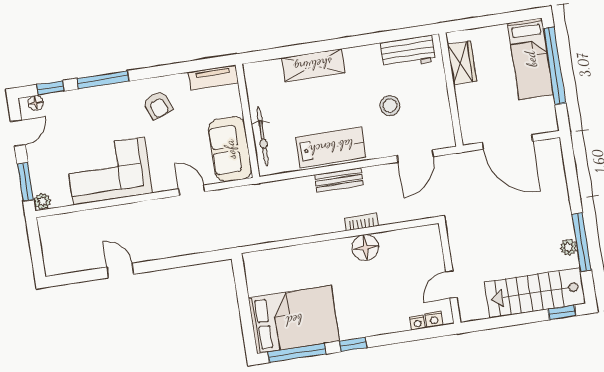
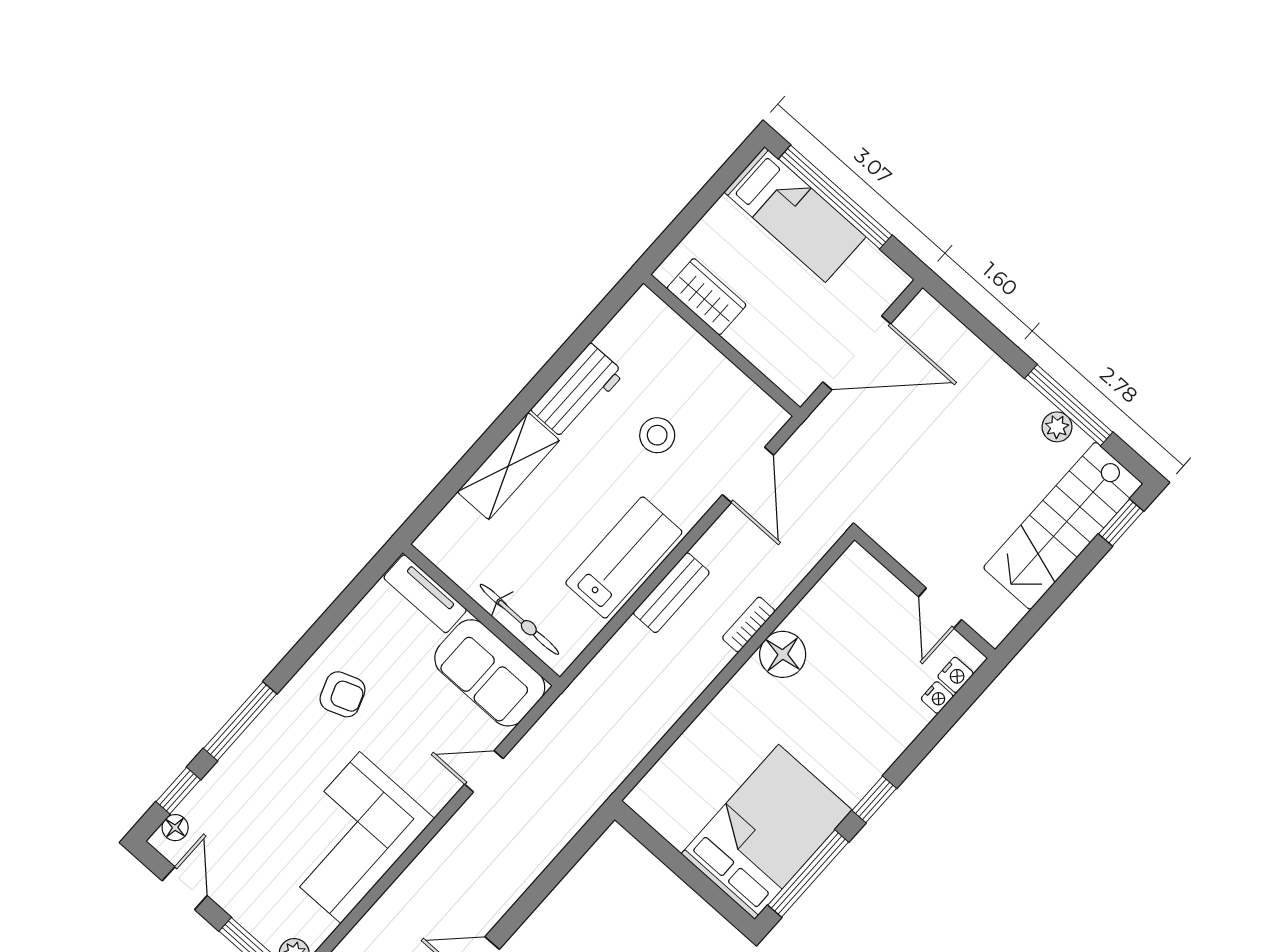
workbench: (408, 52) -> (578, 391), moved
tv unit: (213, 77) -> (425, 594), moved, turned 90

